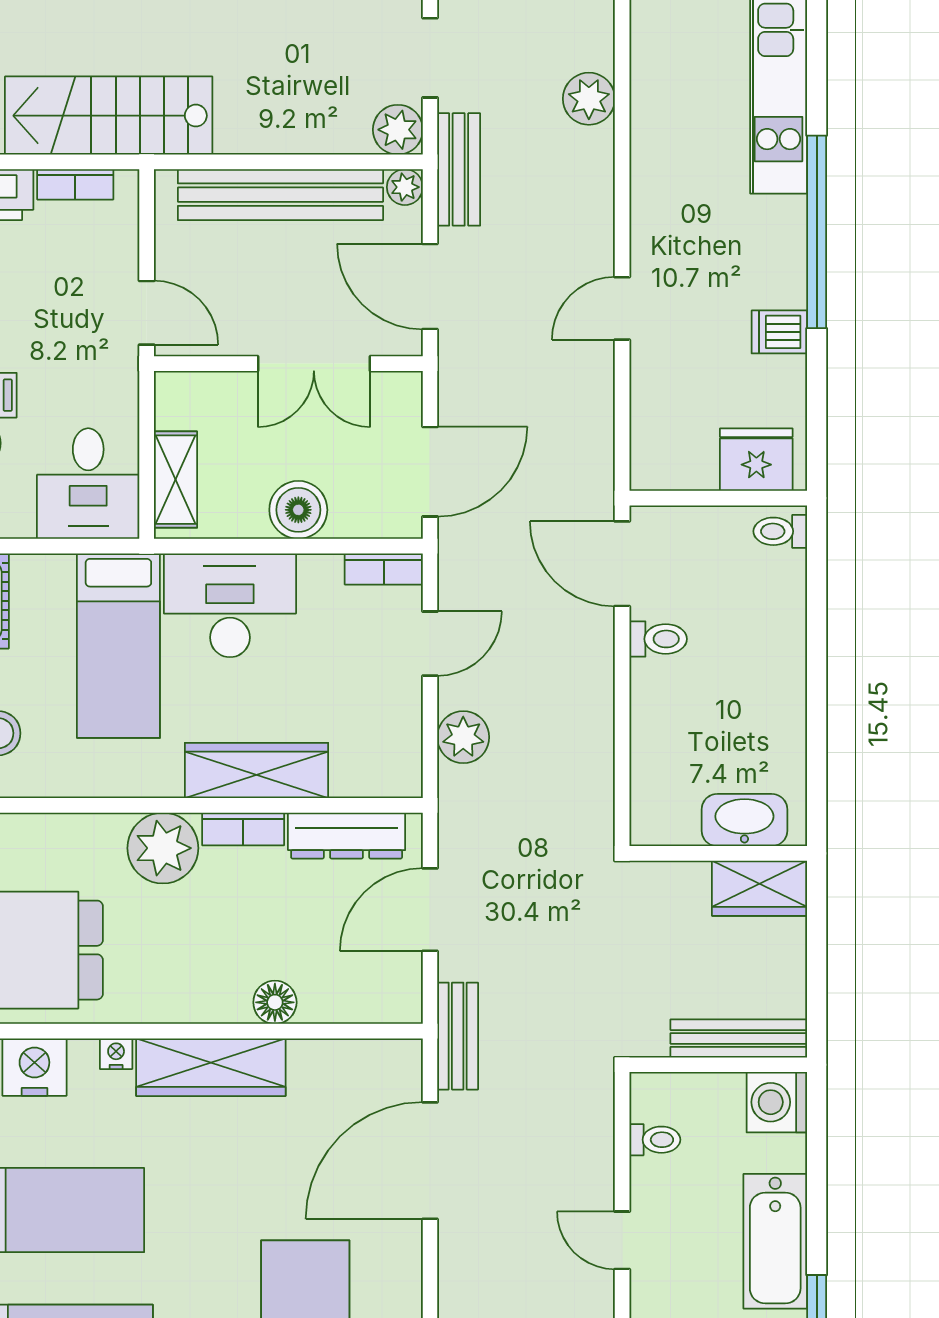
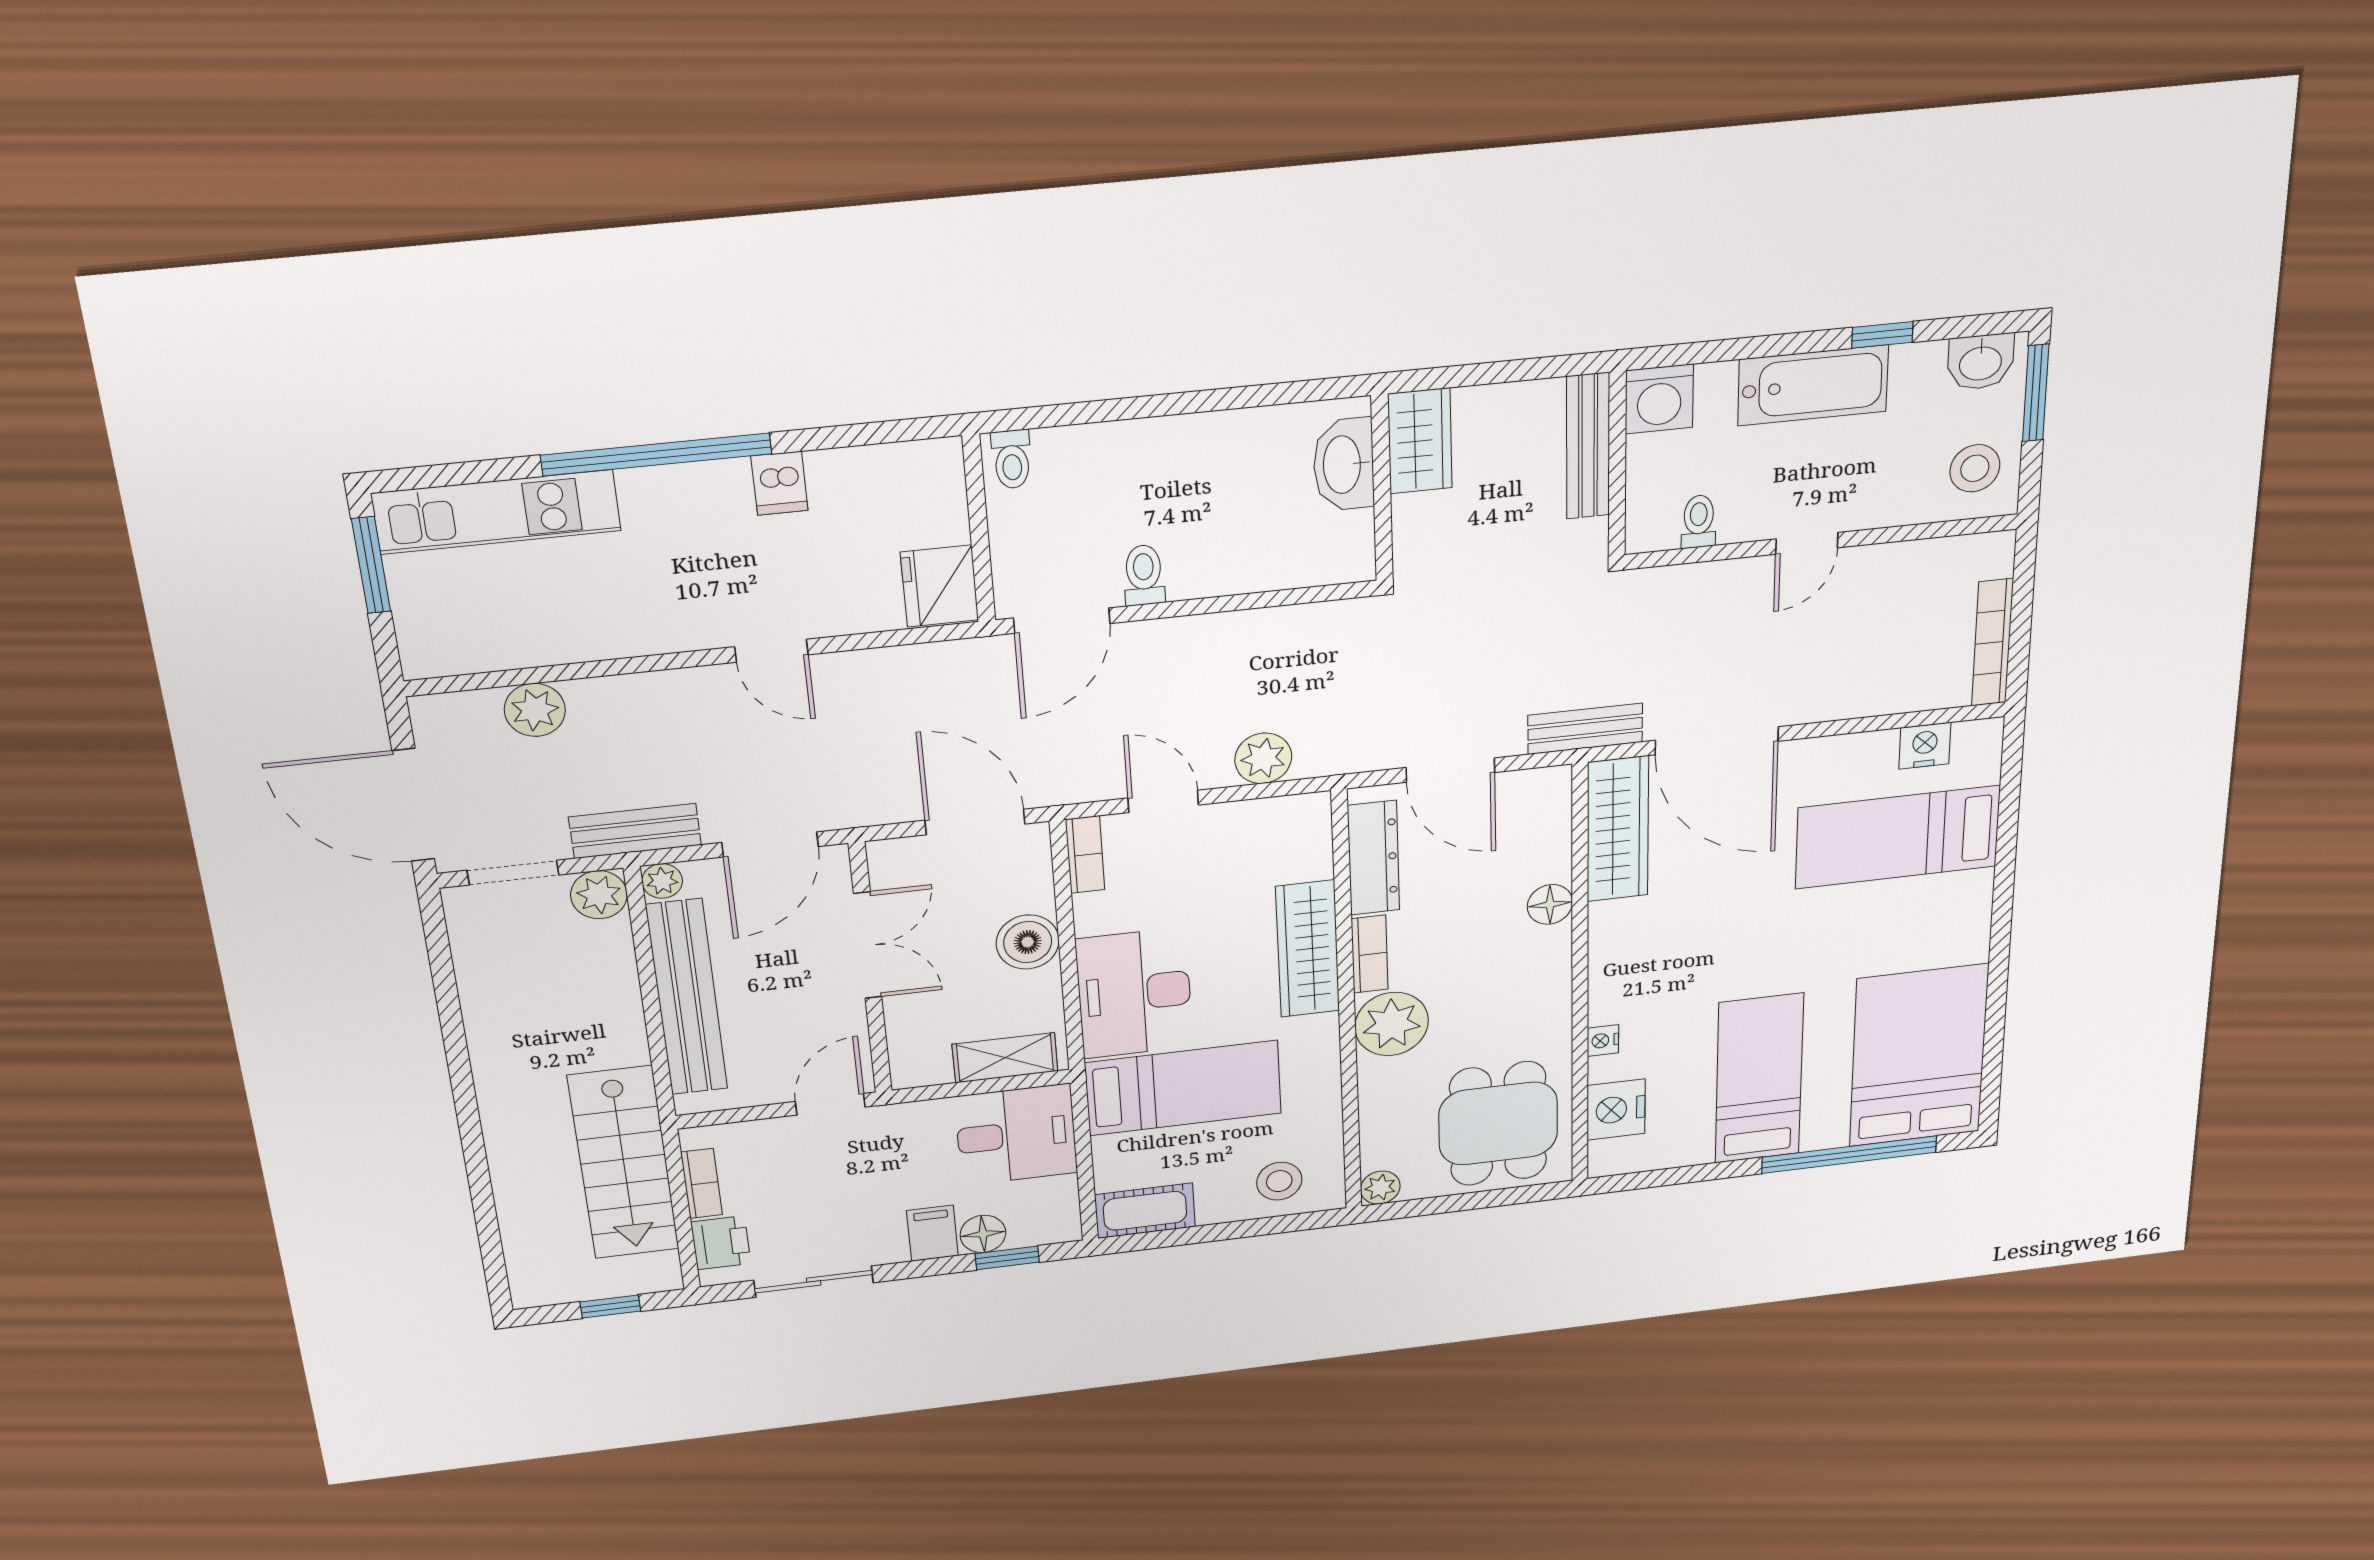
fridge: (756, 460) -> (940, 586), moved
wardrobe: (211, 1067) -> (1618, 829), moved

